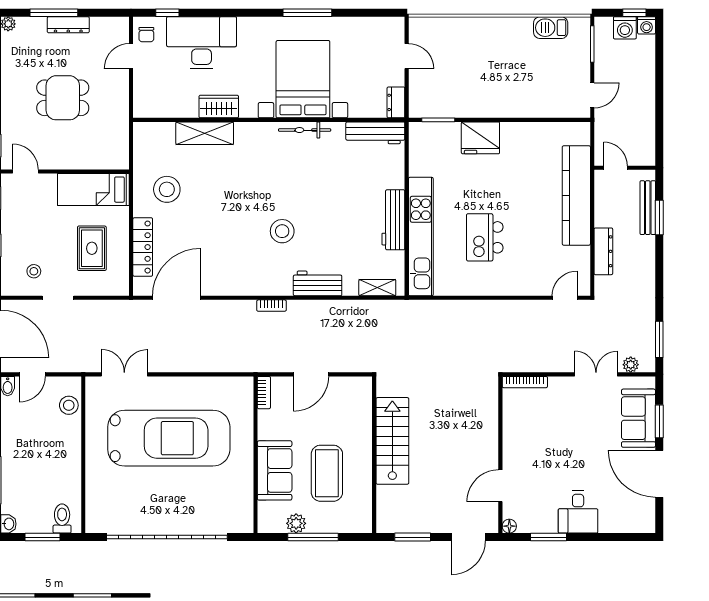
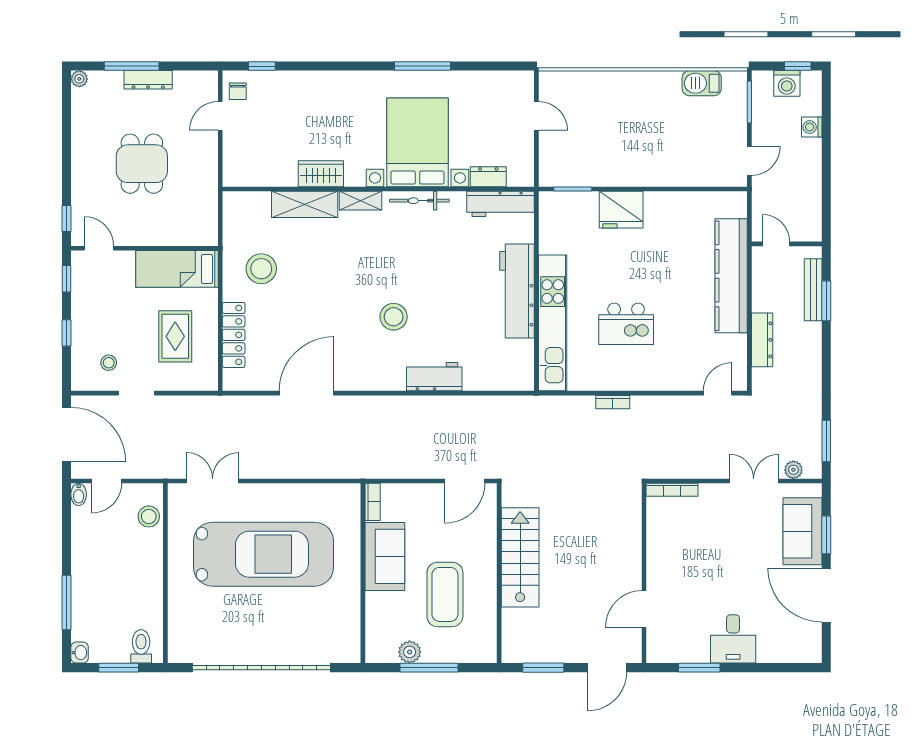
washing machine: (647, 25) -> (812, 127), moved, turned 90
desk: (202, 43) -> (301, 100), removed
dining table: (63, 98) -> (142, 164), turned 90
dresser: (396, 102) -> (488, 177), moved, turned 90
workbench: (393, 220) -> (517, 291), width x1.36, depth x1.32
kitchen island: (485, 237) -> (626, 324), turned -90
shelving: (377, 288) -> (360, 201), moved
door: (176, 298) -> (307, 393), moved
bookcase: (271, 306) -> (613, 402), moved
door: (311, 374) -> (465, 481), moved
sofa: (275, 470) -> (385, 556), moved
floor lamp: (509, 526) -> (654, 655), removed

